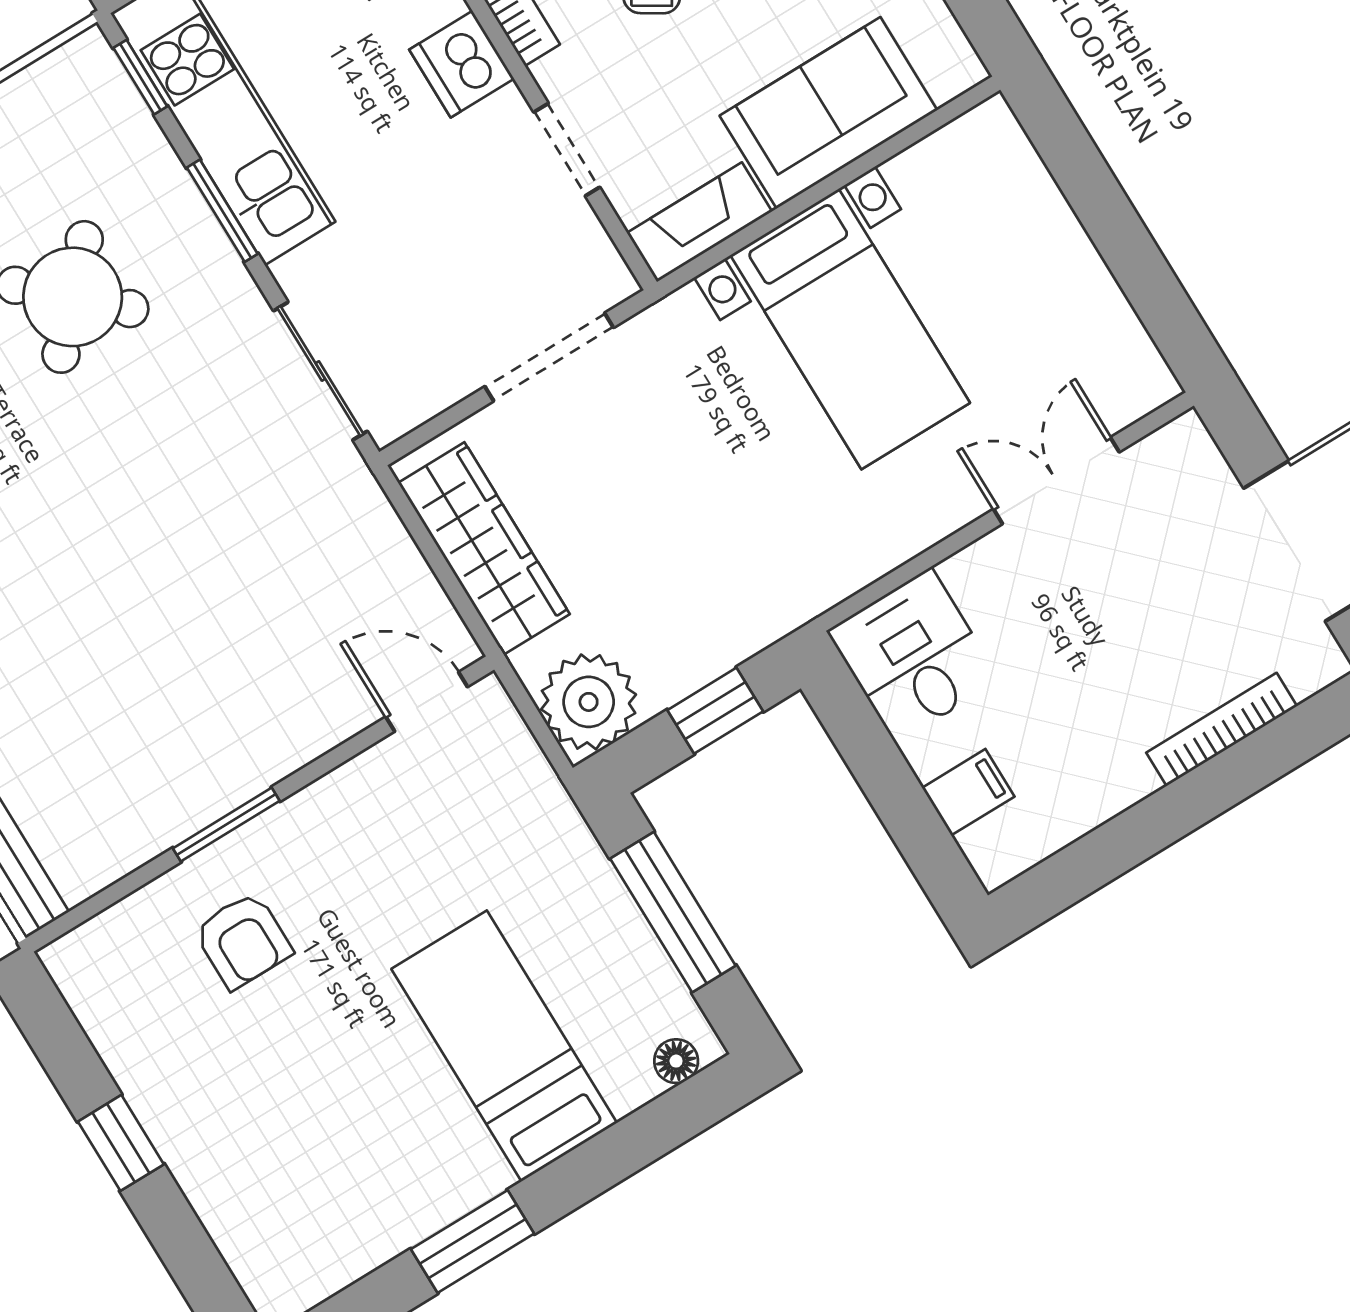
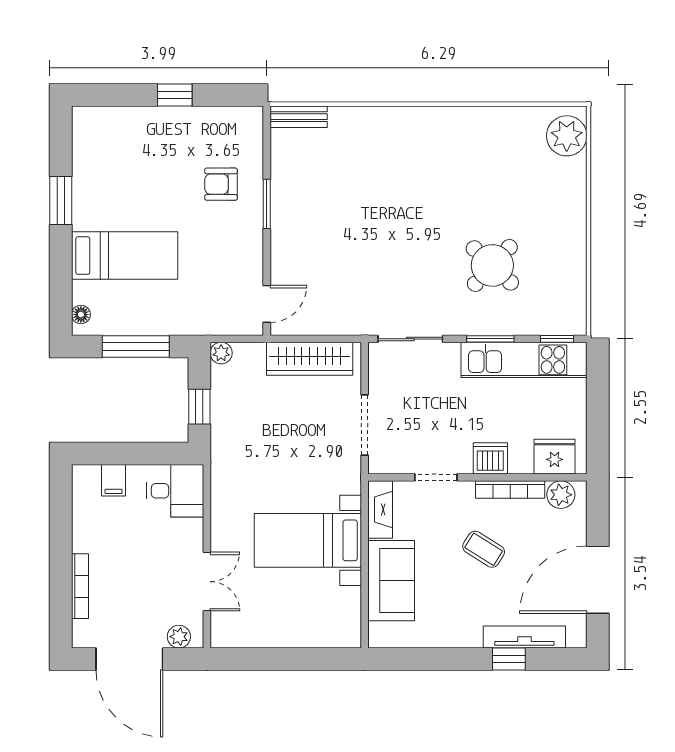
plant: (1201, 469) -> (179, 637), added
plant: (589, 702) -> (221, 353), width x0.53, depth x0.53

